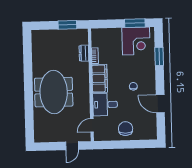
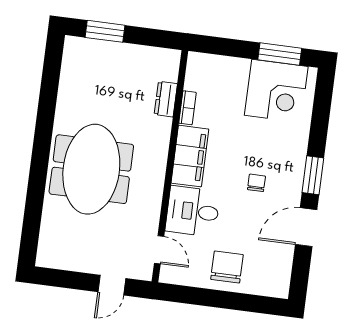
window: (67, 25) -> (105, 31), moved
window: (159, 56) -> (313, 175), moved
door: (160, 104) -> (306, 227), hinge flipped
door: (92, 125) -> (159, 250), swing flipped

